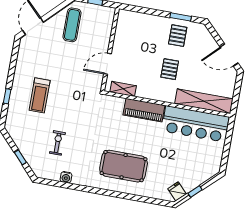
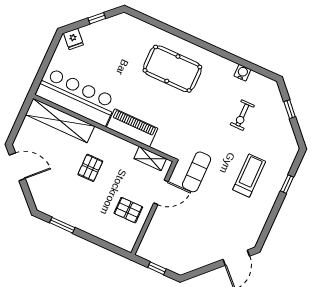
exercise mat: (72, 25) -> (197, 172), moved
pallet: (178, 36) -> (128, 210), moved, turned 90
fridge: (177, 191) -> (73, 39), moved

